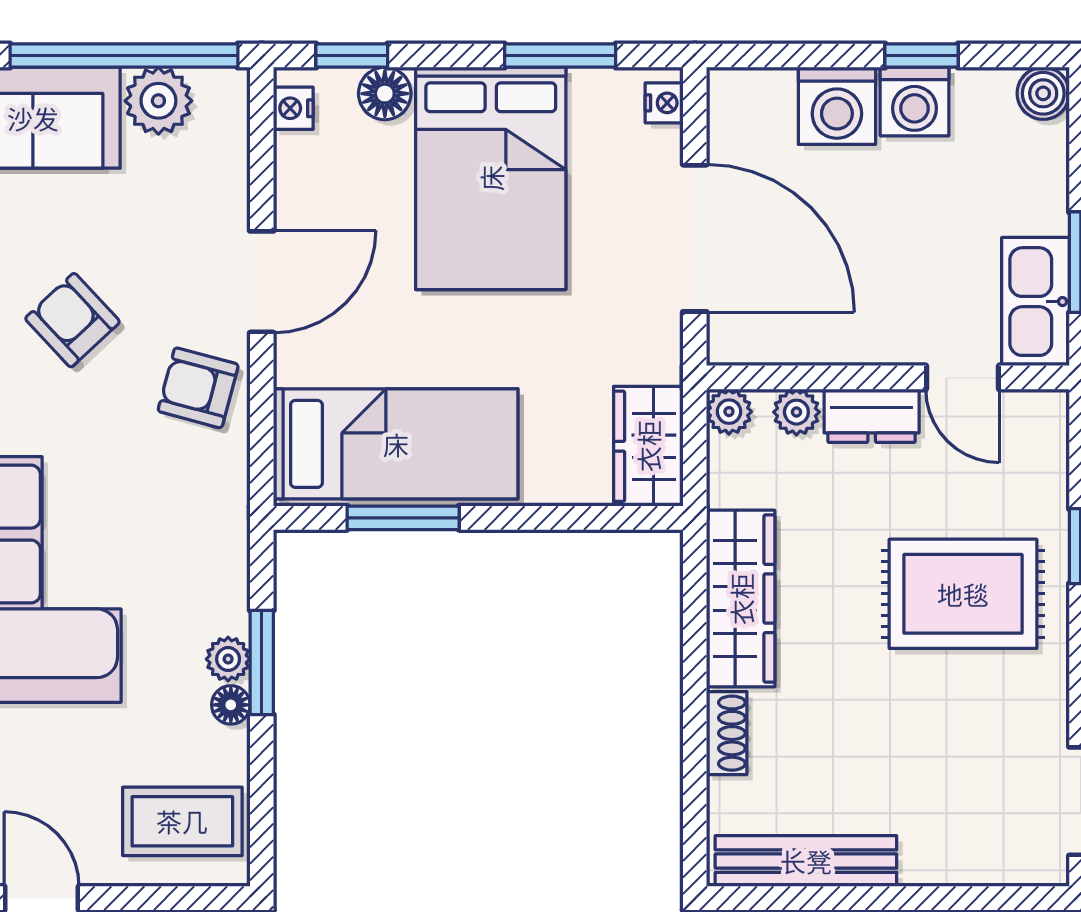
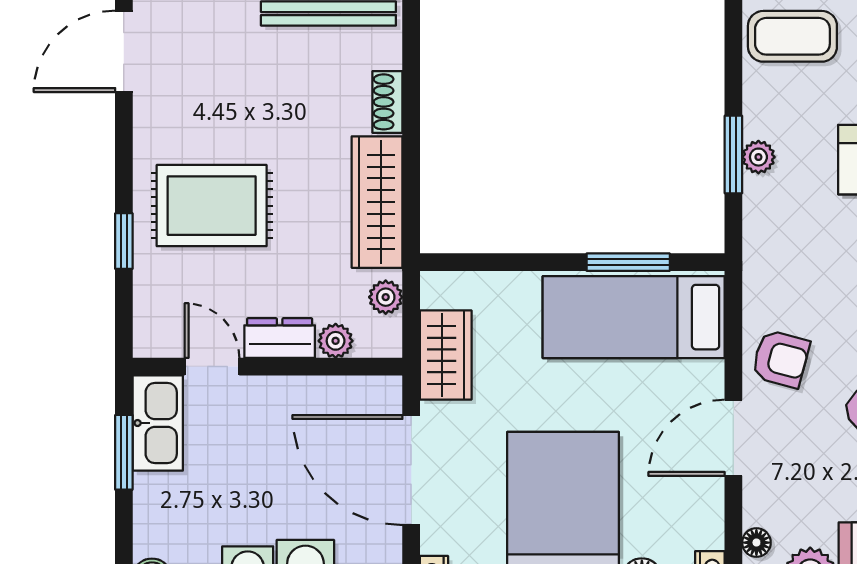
plant: (729, 412) -> (386, 297), moved
wardrobe: (648, 446) -> (446, 355), moved
floor lamp: (231, 705) -> (756, 543), moved

